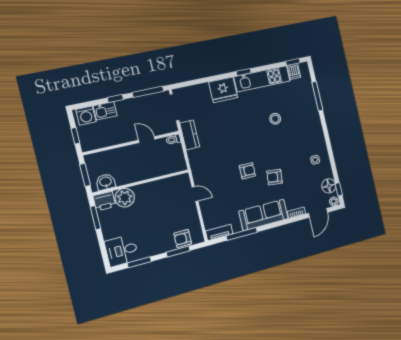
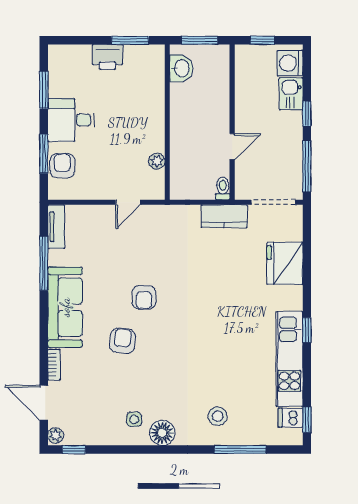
fridge: (223, 90) -> (285, 263), moved
stool: (275, 119) -> (218, 416), moved
floor lamp: (329, 186) -> (162, 433), moved
plant: (125, 198) -> (157, 161), moved, width x0.53, depth x0.53
printer: (104, 201) -> (108, 57), moved, turned -90
desk: (122, 251) -> (71, 120), moved, turned -90

